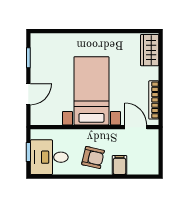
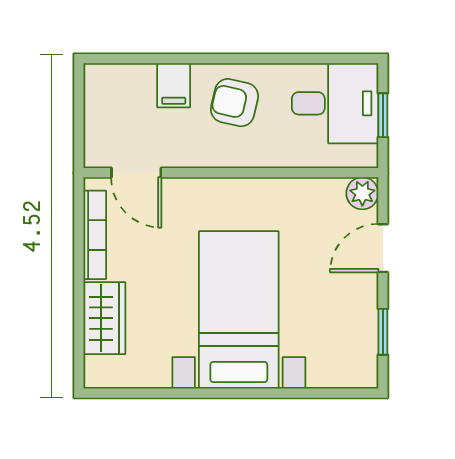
wardrobe: (150, 50) -> (104, 318), moved
bed with nightstands: (91, 91) -> (239, 310), moved, turned 180
plant: (37, 118) -> (362, 193), added

